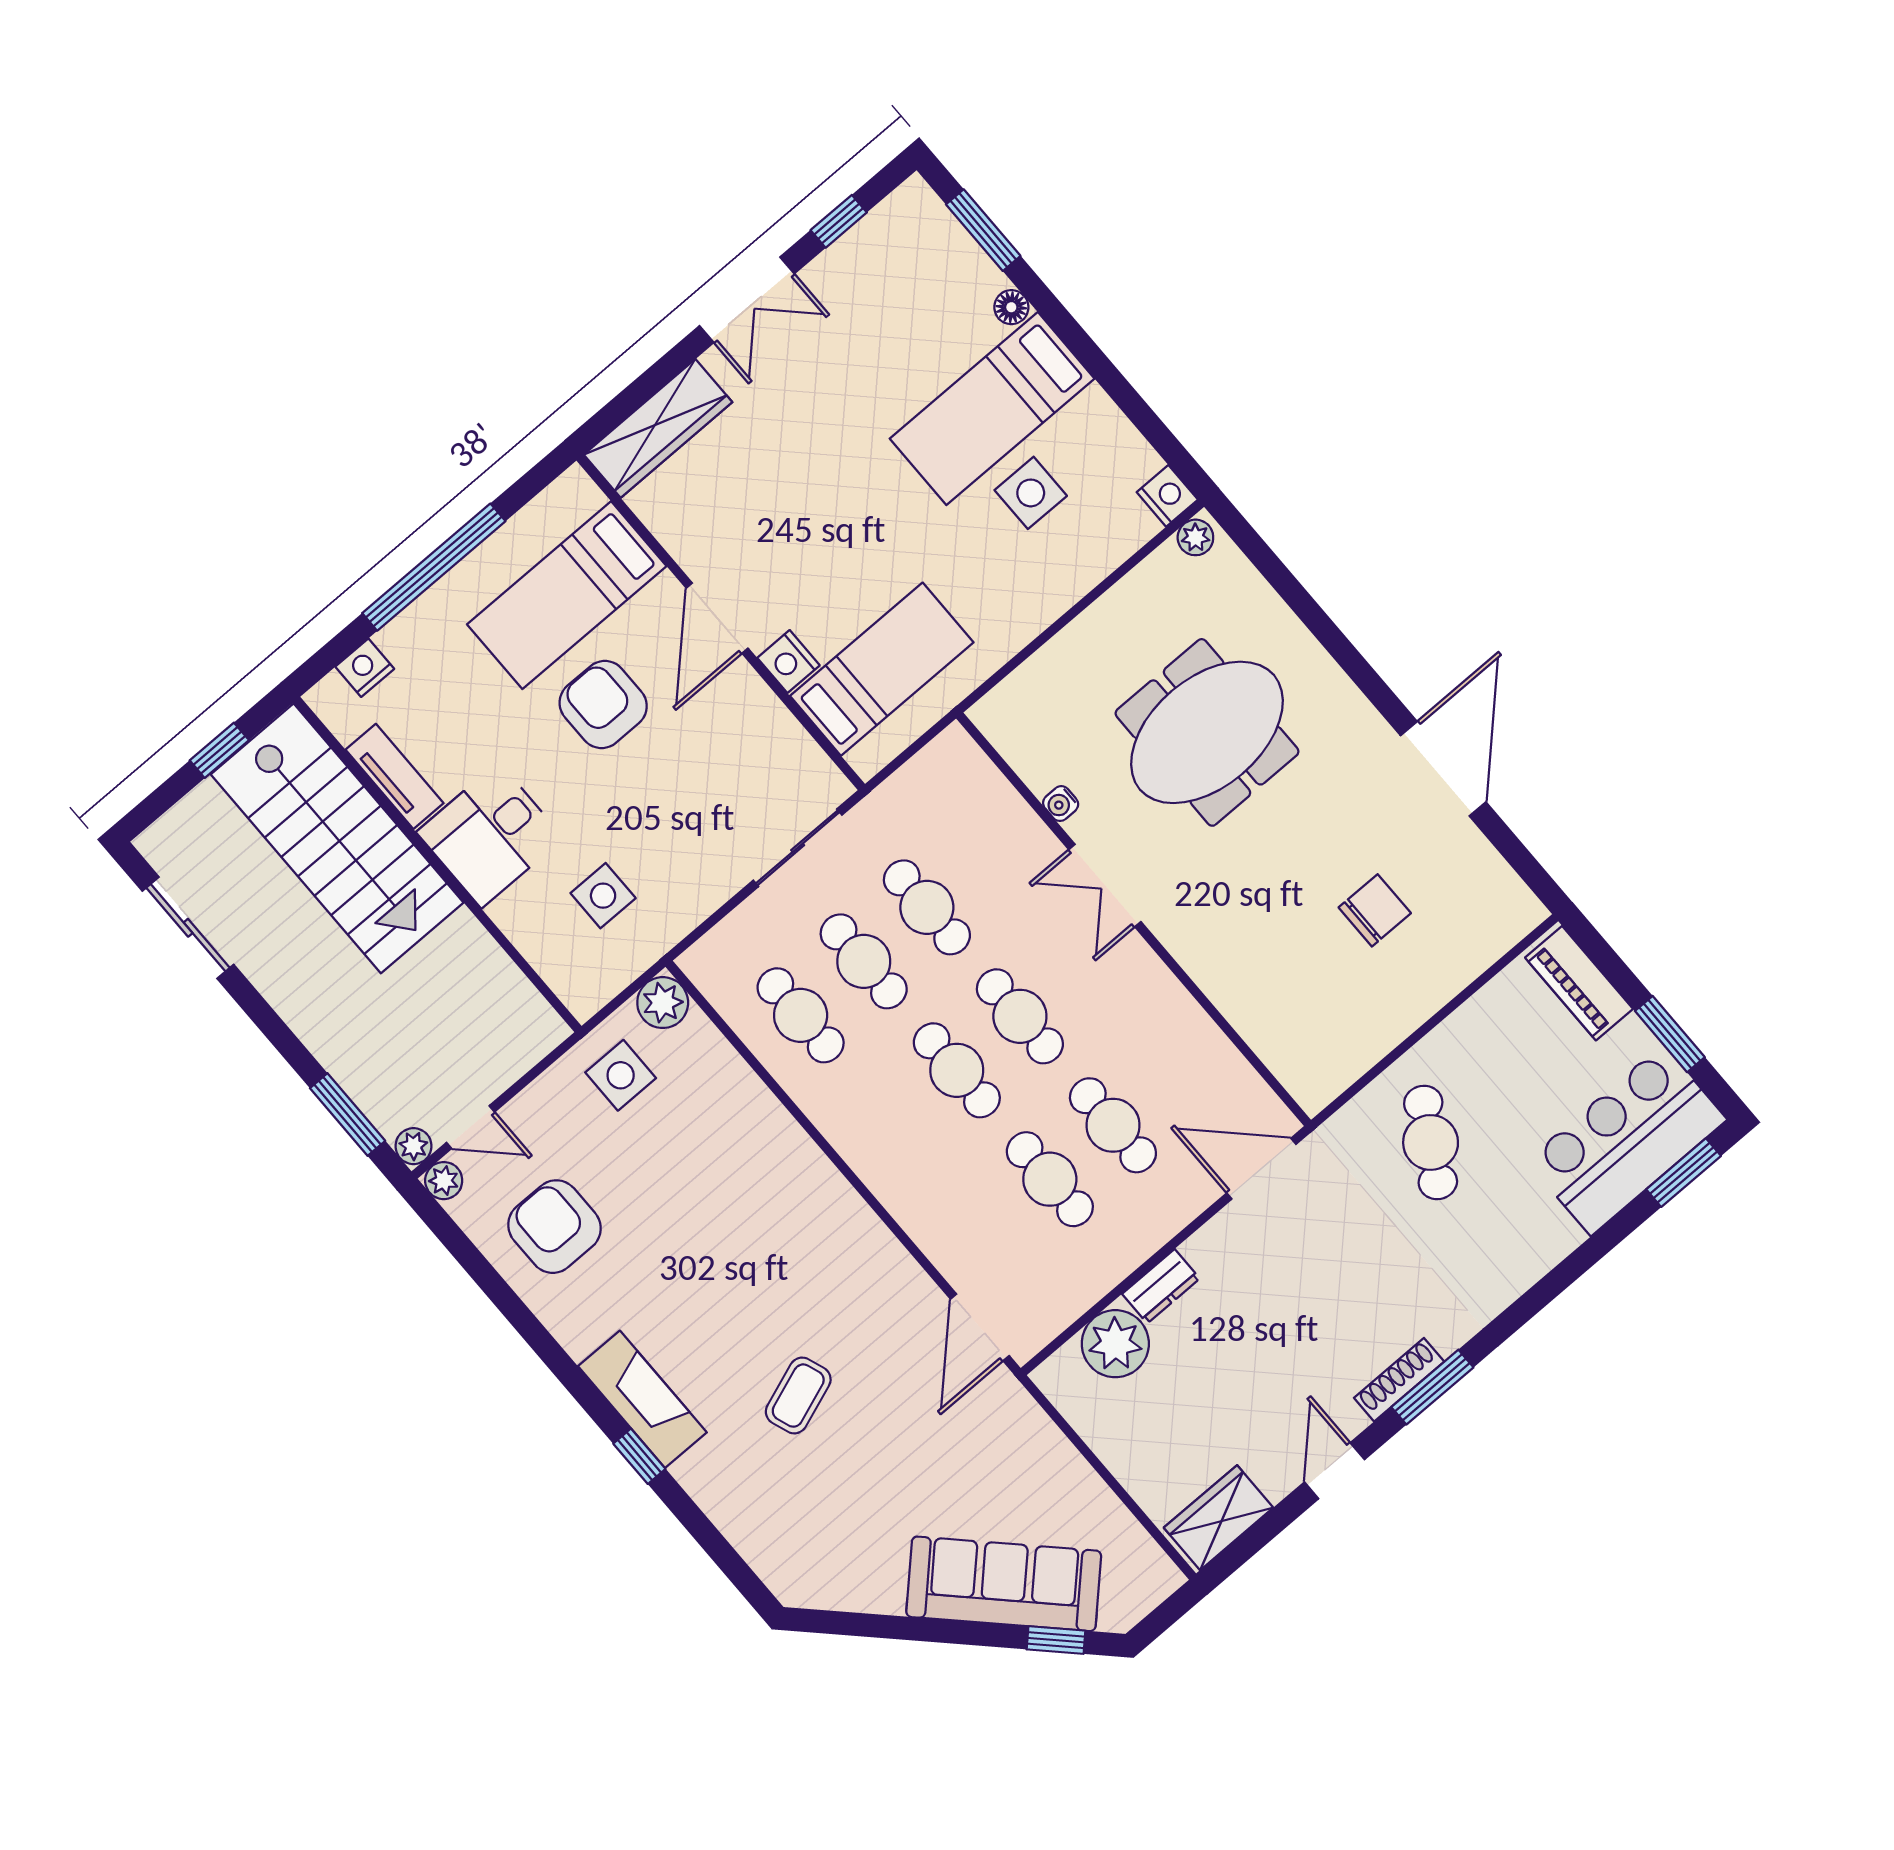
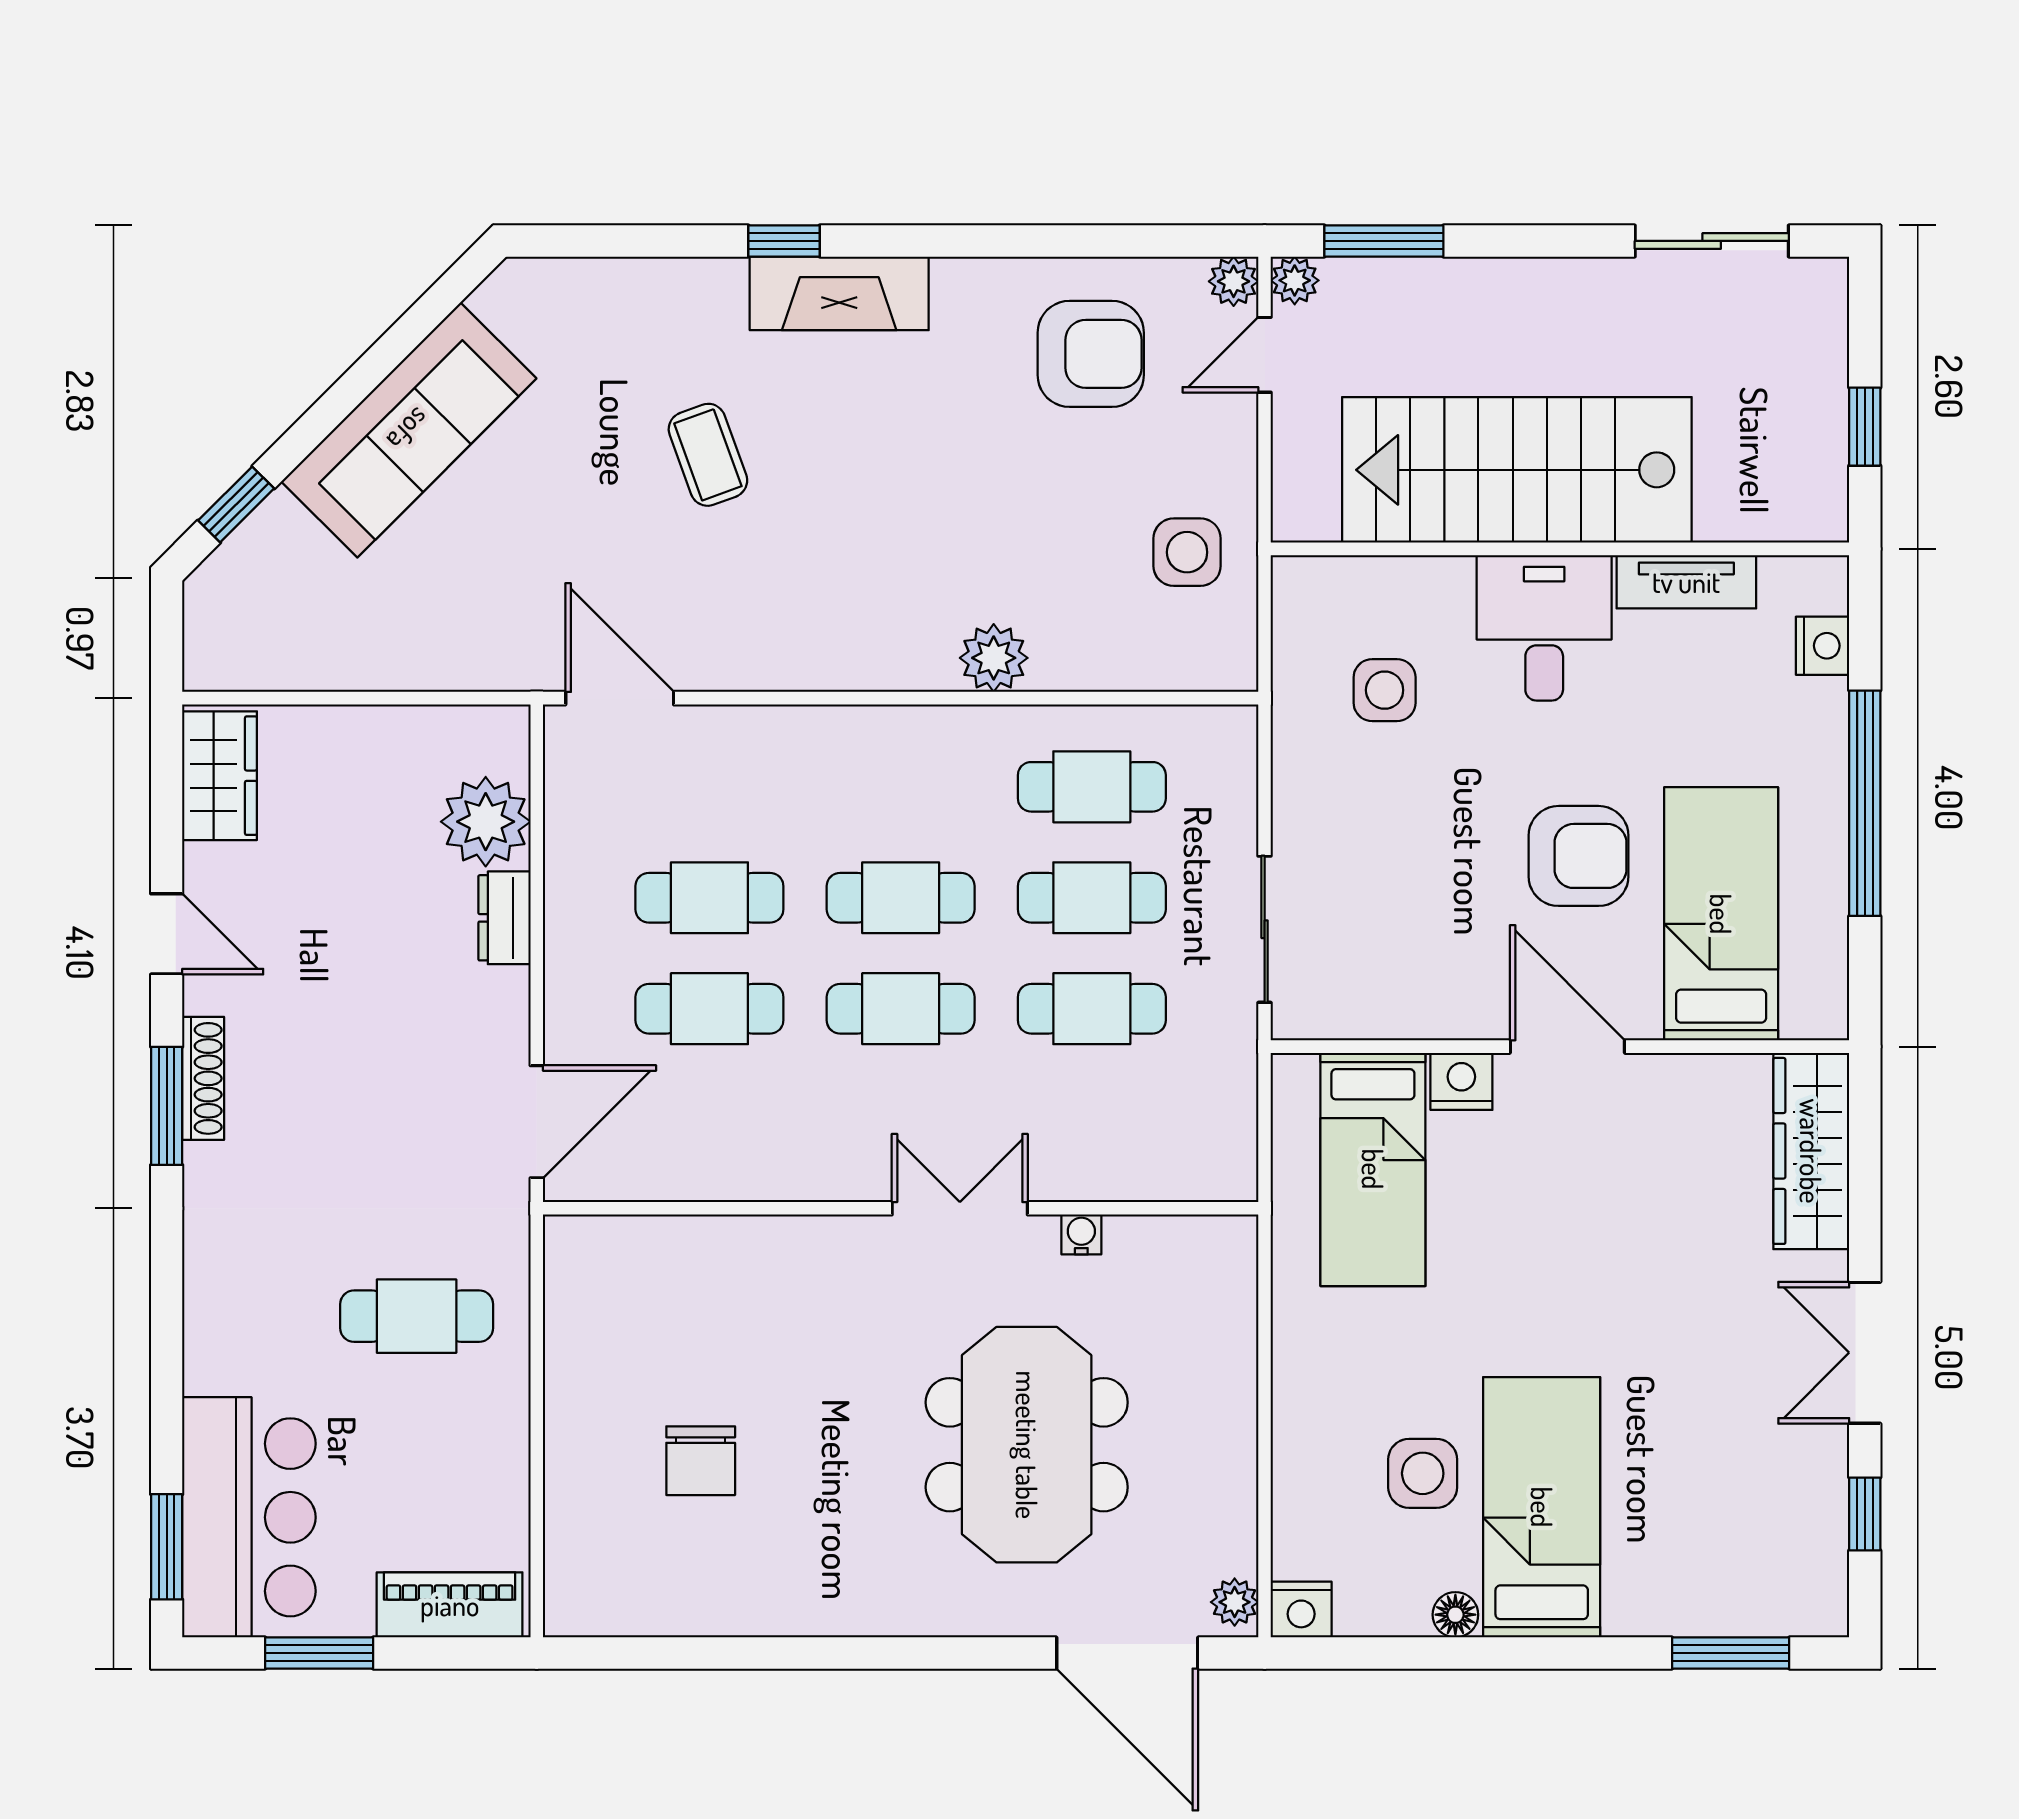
floor lamp: (1011, 307) -> (1455, 1615), moved
door: (1443, 769) -> (1127, 1653), moved
stairs: (337, 838) -> (1517, 470), moved
plant: (663, 1003) -> (994, 658), moved
cafe table: (1431, 1142) -> (417, 1316), turned -30
sofa: (1004, 1584) -> (409, 430), moved

